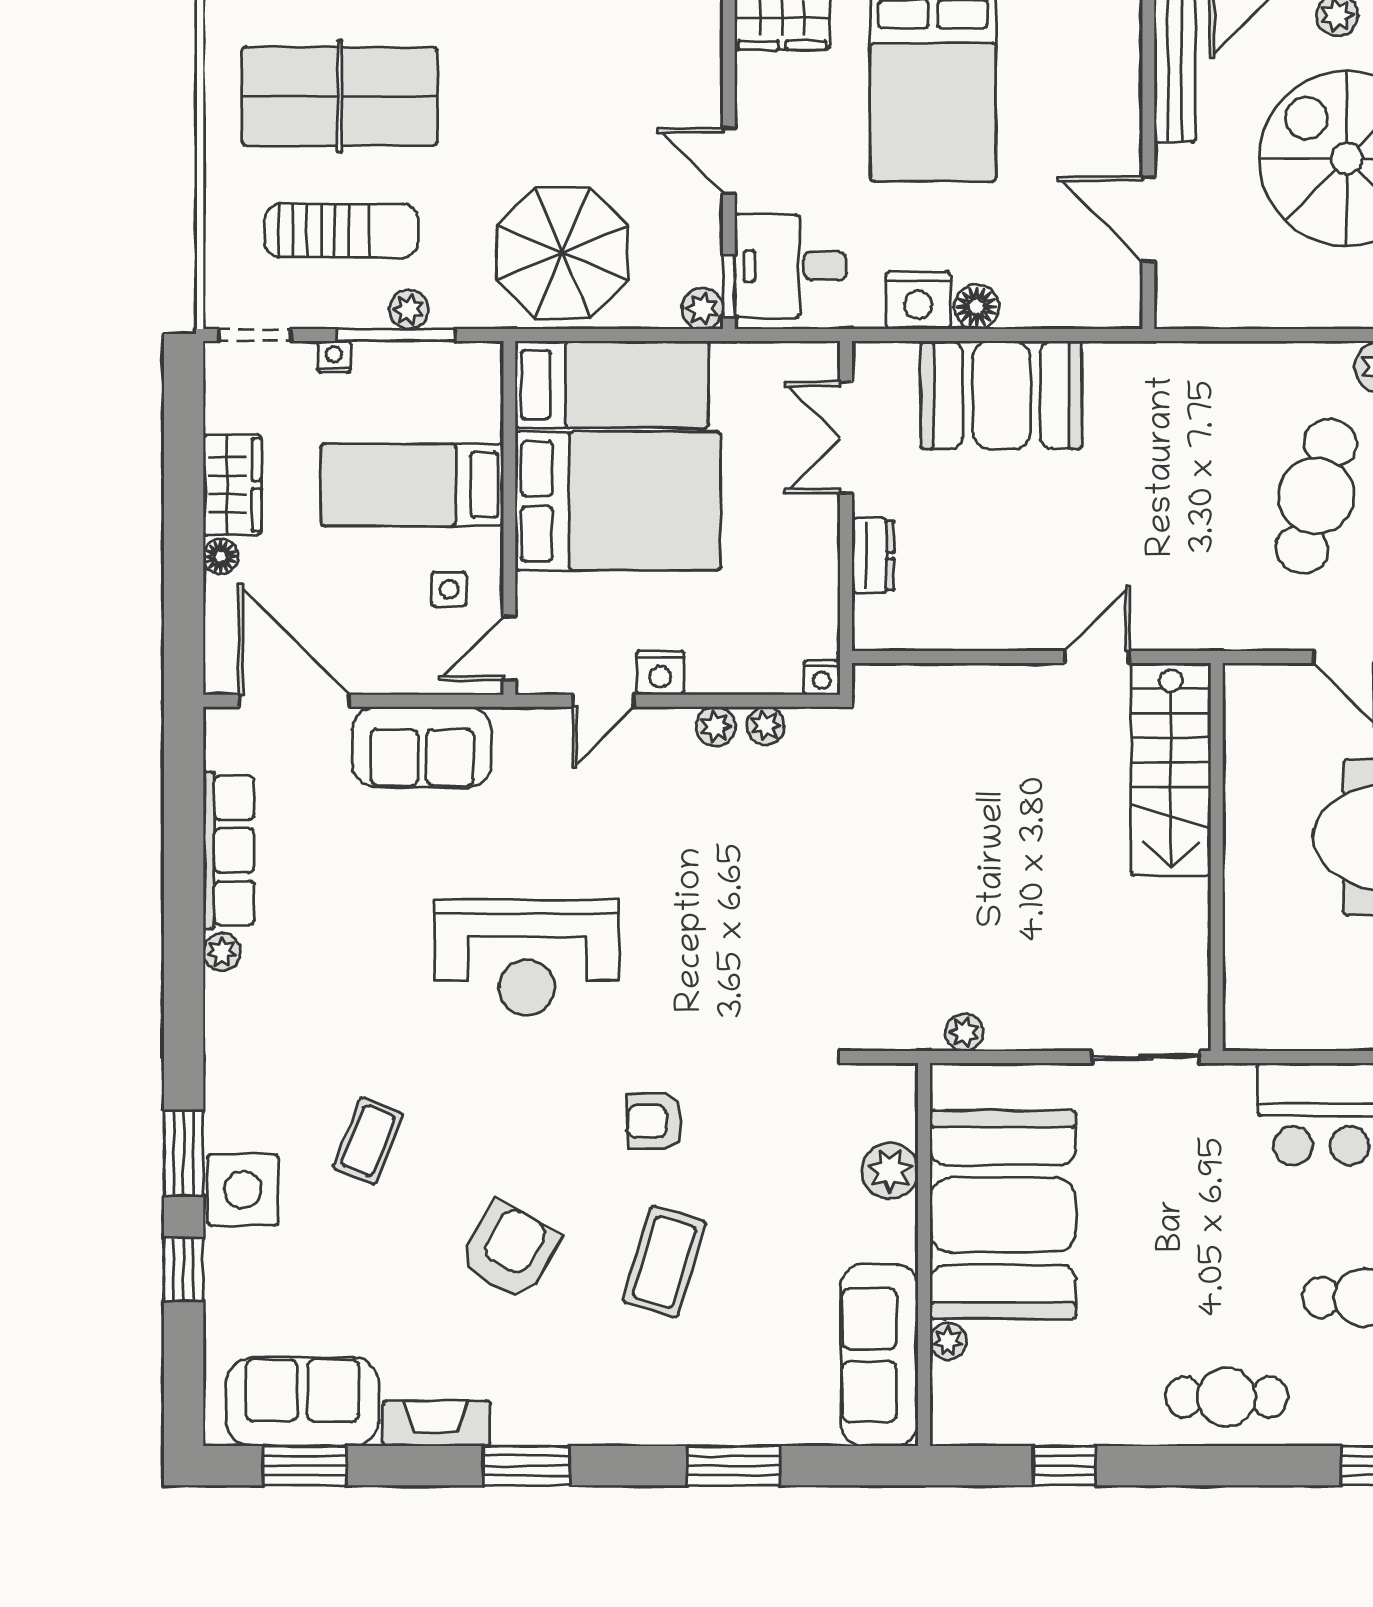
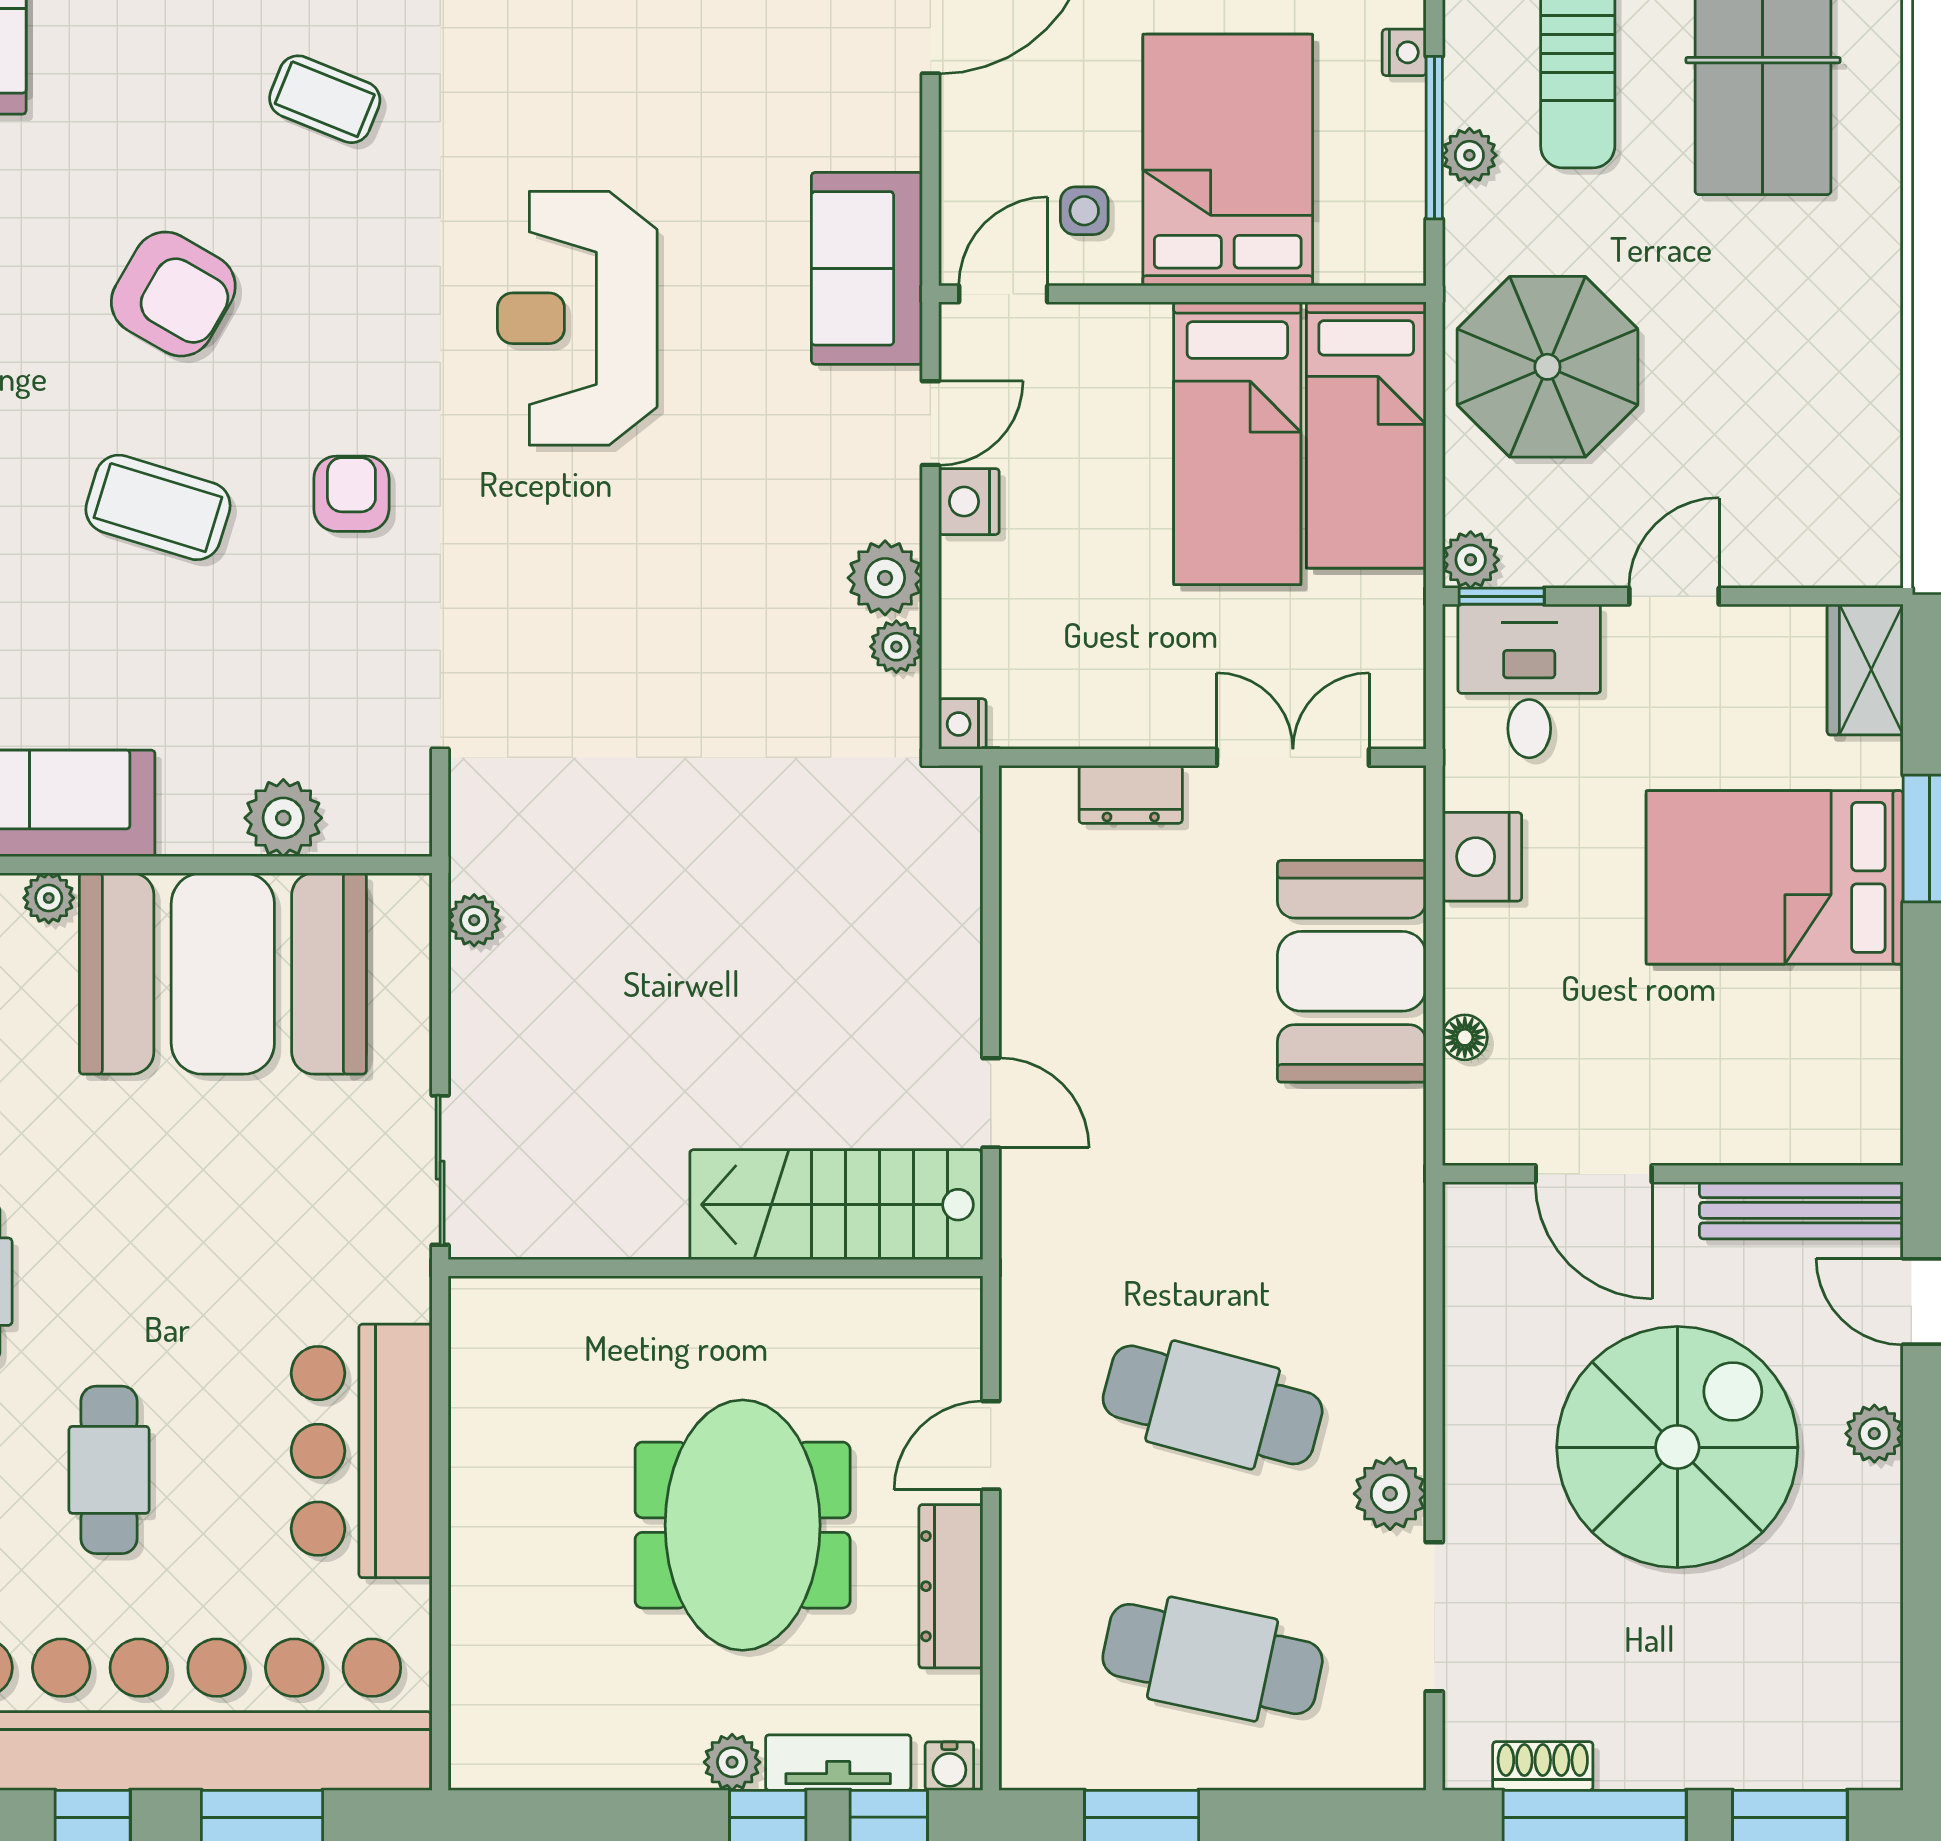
door: (1148, 219) -> (1594, 1174), swing flipped
floor lamp: (977, 307) -> (1465, 1037), moved, width x0.73, depth x0.73
bed: (412, 485) -> (1228, 160), width x1.50
bed: (618, 501) -> (1237, 443), width x0.67
door: (509, 648) -> (1003, 294), hinge flipped
door: (603, 701) -> (930, 423), swing flipped
plant: (716, 726) -> (885, 578), width x1.38, depth x1.38
sofa: (422, 747) -> (867, 268), moved

